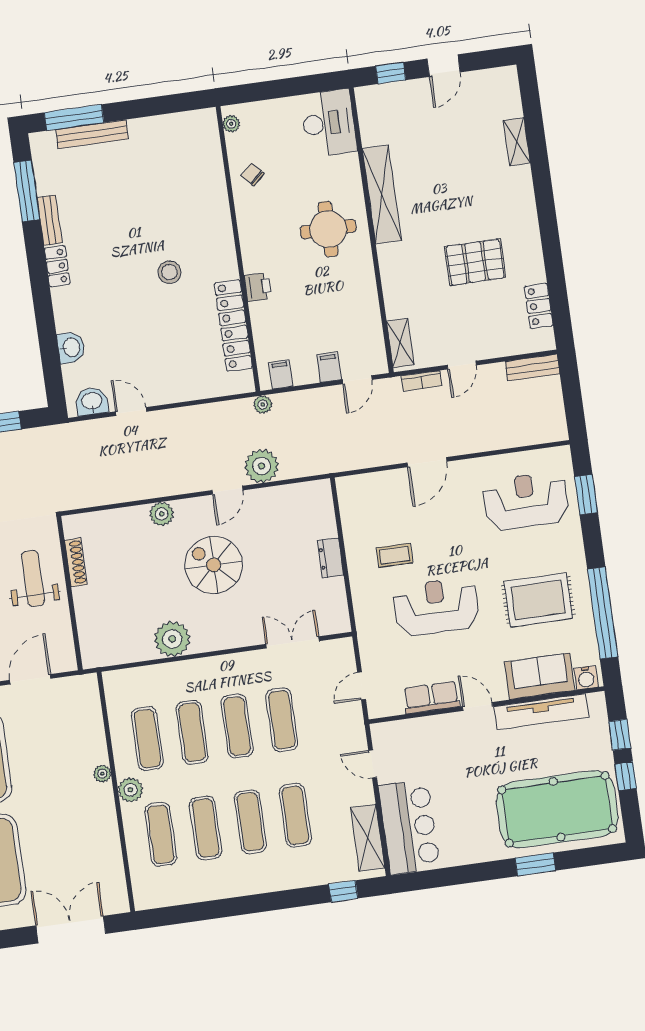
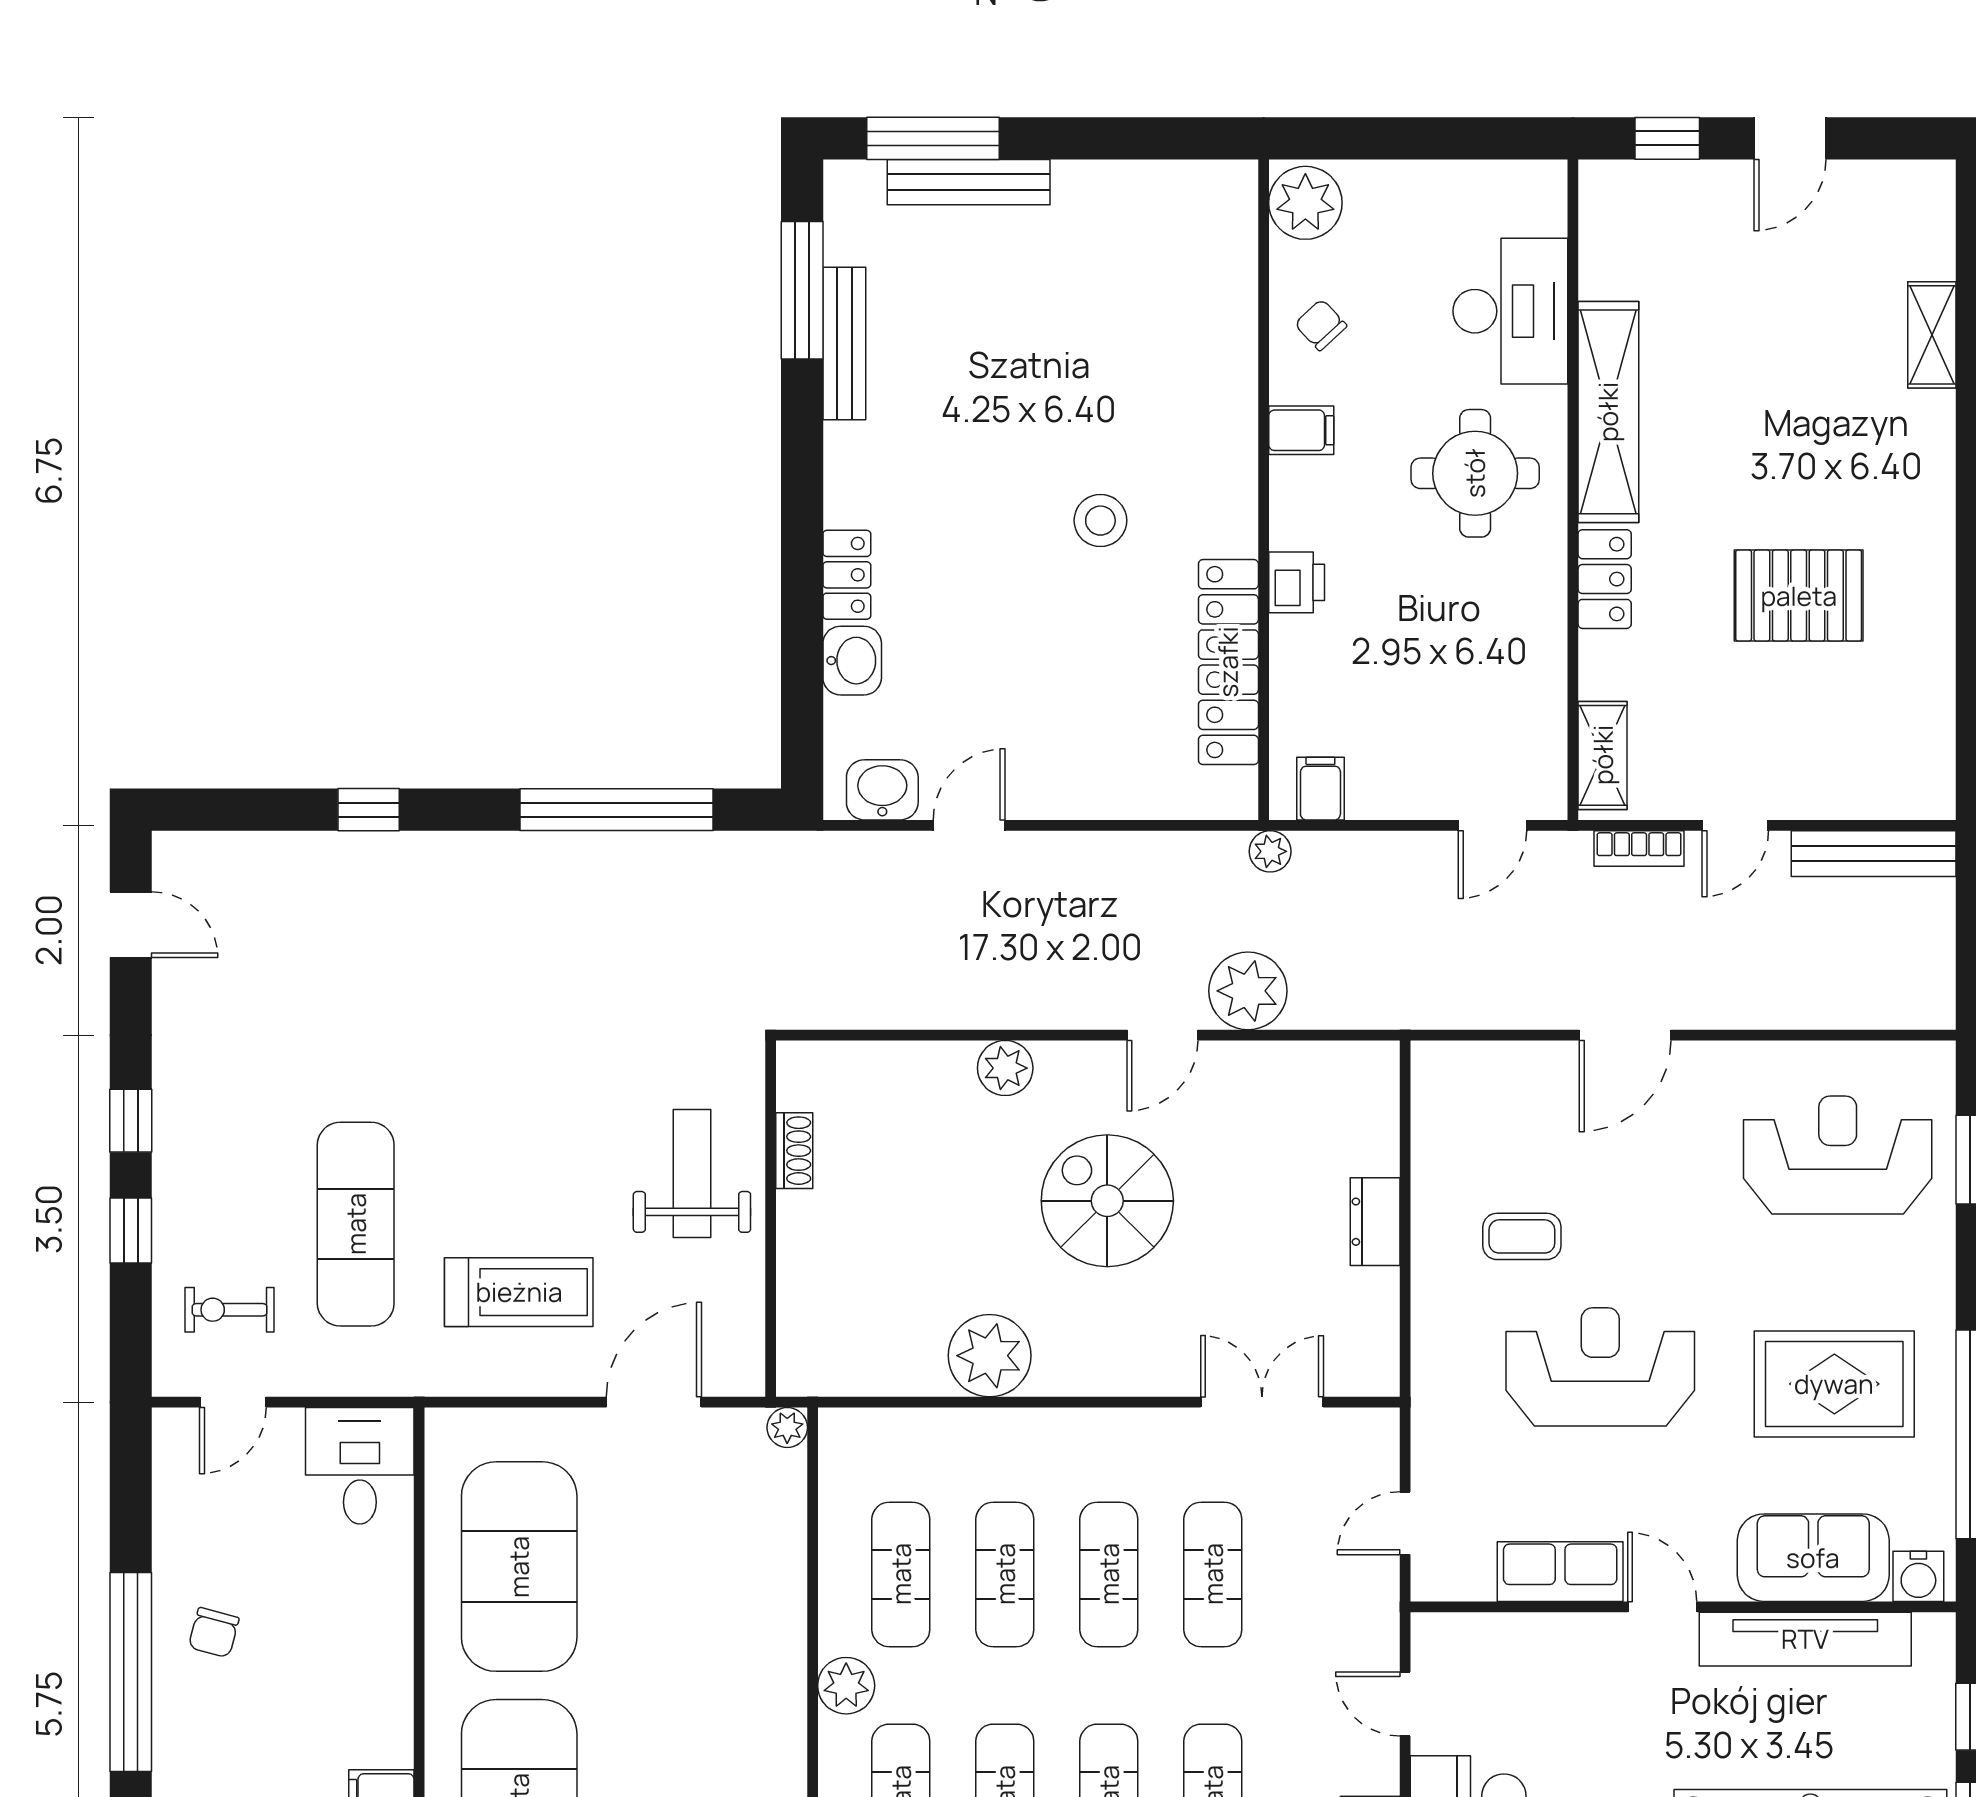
desk: (329, 123) -> (1510, 311), moved
plant: (231, 124) -> (1305, 203), width x1.87, depth x1.87
bench: (50, 220) -> (844, 343), width x1.36
locker: (57, 266) -> (847, 575), moved
locker: (539, 306) -> (1605, 579), moved, turned 180
filing cabinet: (329, 367) -> (1301, 430), moved, turned 90
bench: (532, 368) -> (1874, 854), width x1.36
door: (131, 412) -> (969, 825), hinge flipped
shoe rack: (76, 562) -> (794, 1151), width x0.70
plant: (102, 774) -> (787, 1428), moved

